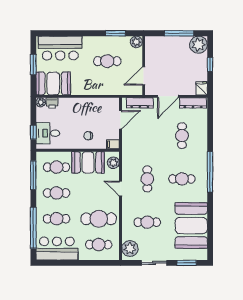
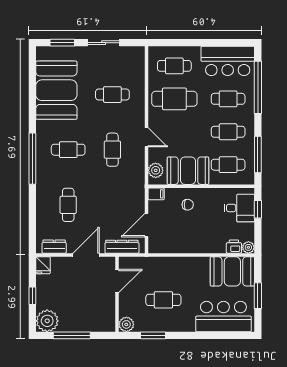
dresser: (193, 103) -> (54, 247), width x0.70
plant: (130, 249) -> (135, 61), removed

